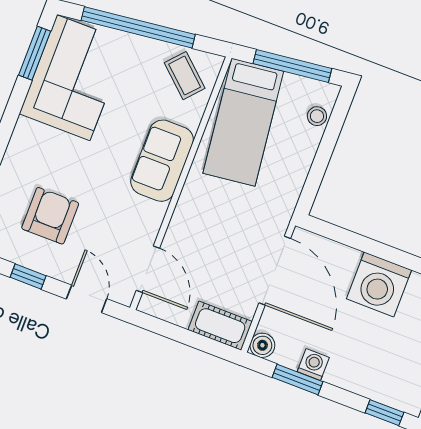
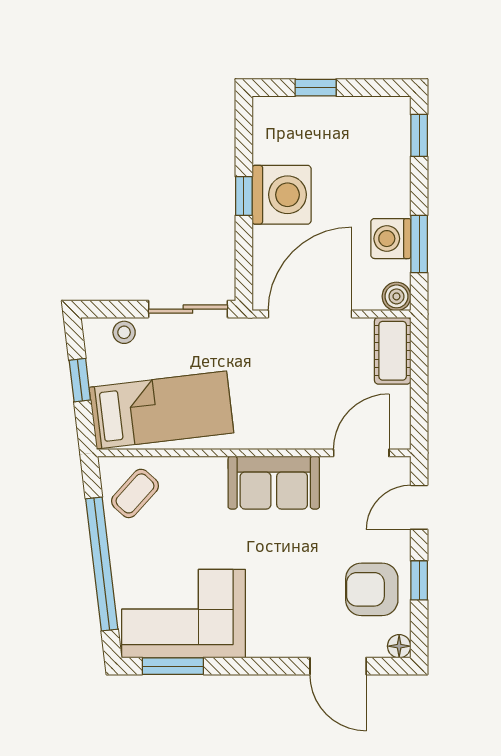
window: (292, 66) -> (80, 380), width x0.46
sofa: (162, 161) -> (274, 483), moved
sliding door: (316, 174) -> (188, 309), added
armchair: (50, 216) -> (372, 589), moved
window: (390, 254) -> (244, 196), added
washing machine: (313, 365) -> (391, 239), width x1.38, depth x1.38

